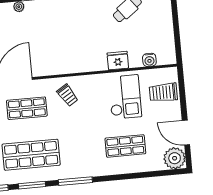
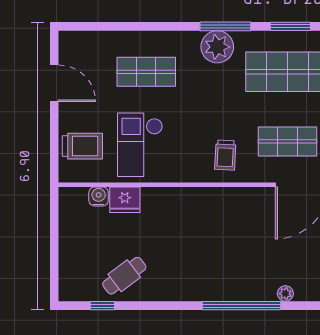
fridge: (118, 61) -> (125, 200), moved
trolley: (67, 95) -> (225, 155), turned -145
plant: (175, 158) -> (217, 47), moved

